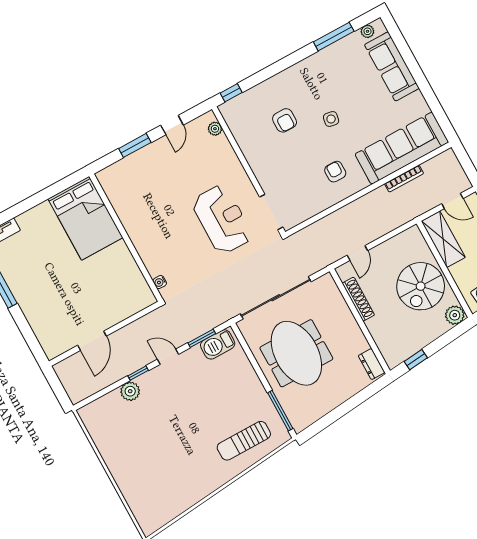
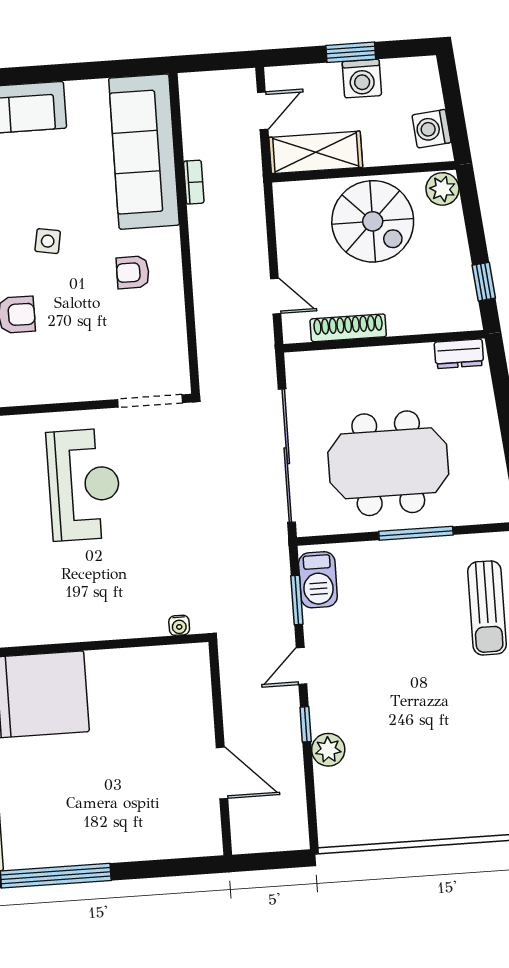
bookcase: (404, 179) -> (194, 182), width x0.64
reception desk: (222, 219) -> (84, 485), moved, turned 90
window: (280, 411) -> (416, 533), moved

